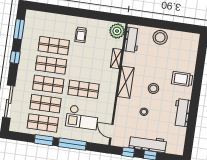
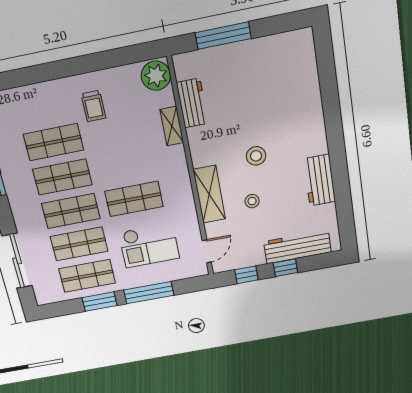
window: (156, 24) -> (223, 36), added
stool: (160, 37) -> (239, 59), removed
workbench: (132, 40) -> (192, 103), moved
trolley: (182, 79) -> (303, 121), removed
shelving: (126, 82) -> (209, 194), moved
door: (111, 131) -> (207, 251), swing flipped
workbench: (148, 144) -> (297, 247), moved

